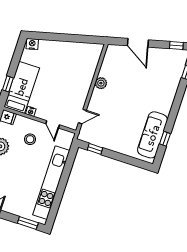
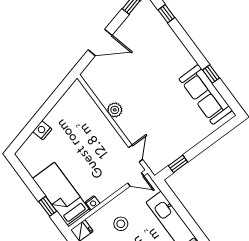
nightstand: (32, 44) -> (42, 130), moved
door: (53, 124) -> (136, 180), moved
window: (165, 139) -> (211, 74), moved

